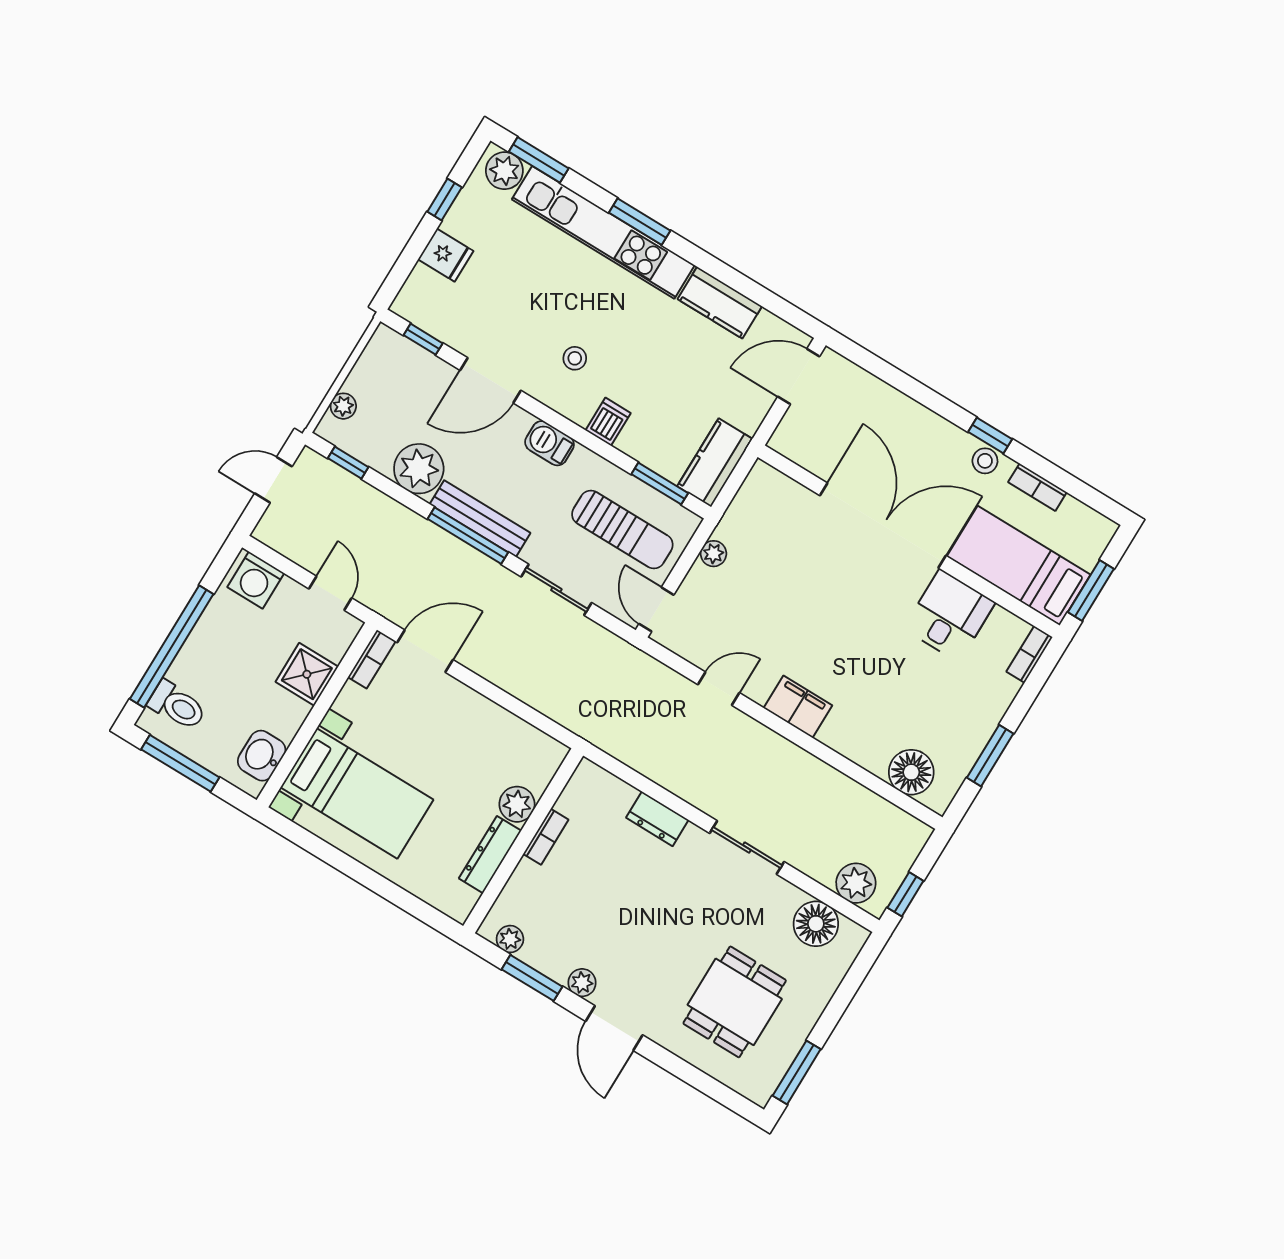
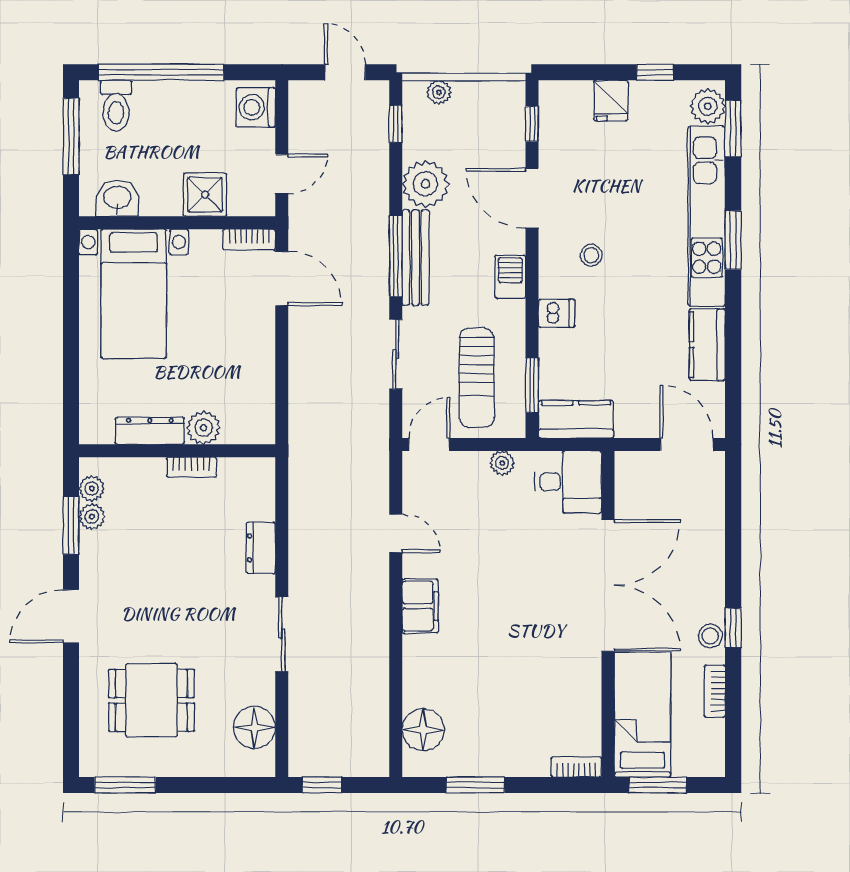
desk: (949, 616) -> (568, 482), moved
plant: (856, 883) -> (307, 740), removed
plant: (582, 983) -> (92, 517), moved

